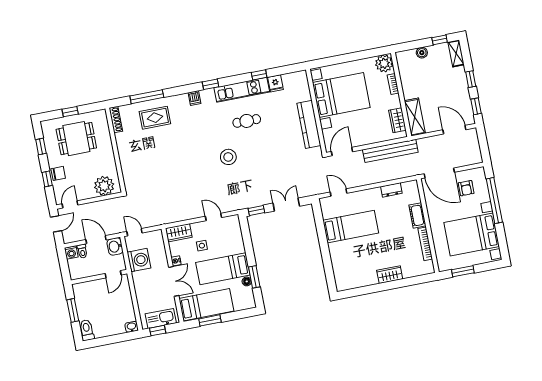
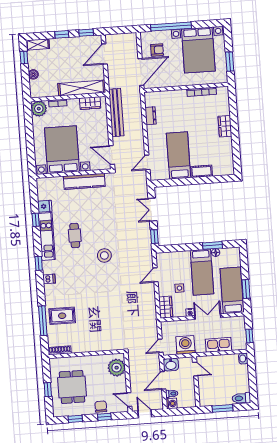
shelving: (415, 117) -> (82, 88), width x1.47
rug: (155, 118) -> (62, 316), turned 90
cot: (417, 215) -> (202, 171), moved
kitchen sink: (161, 318) -> (218, 345), moved, turned 90

